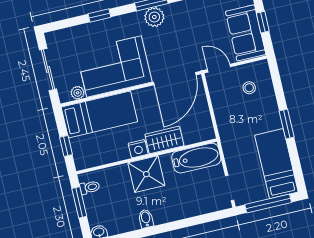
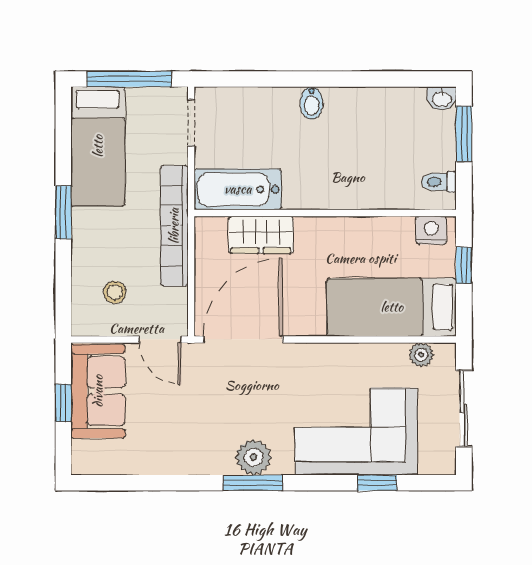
window: (99, 15) -> (377, 483), moved
corner sofa: (114, 67) -> (356, 432), moved, turned 180
bookcase: (226, 131) -> (174, 226), added
wardrobe: (164, 140) -> (261, 235), moved
nightstand: (138, 149) -> (431, 230), moved
shower: (146, 174) -> (333, 182), removed
window: (79, 202) -> (464, 134), moved
bidet: (146, 219) -> (312, 103), moved

